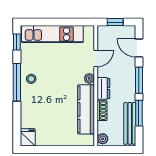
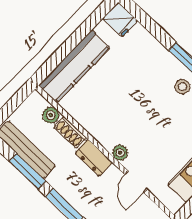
kitchen counter: (86, 109) -> (74, 66), moved, turned 90
plant: (103, 139) -> (51, 115), moved

